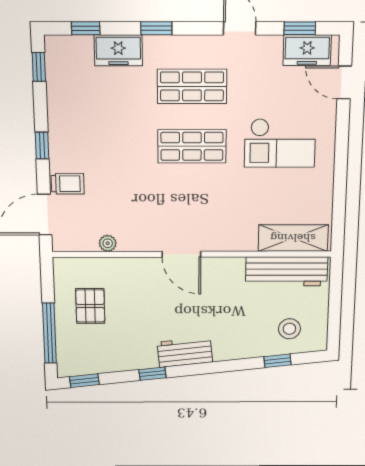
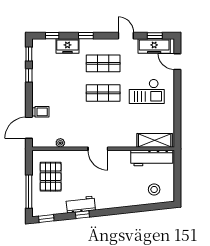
freezer: (307, 50) -> (154, 46), width x1.40
window: (42, 146) -> (29, 75), moved
pallet: (90, 306) -> (51, 177), width x1.50, depth x1.42
workbench: (185, 352) -> (81, 204), moved
window: (278, 361) -> (148, 207), removed

